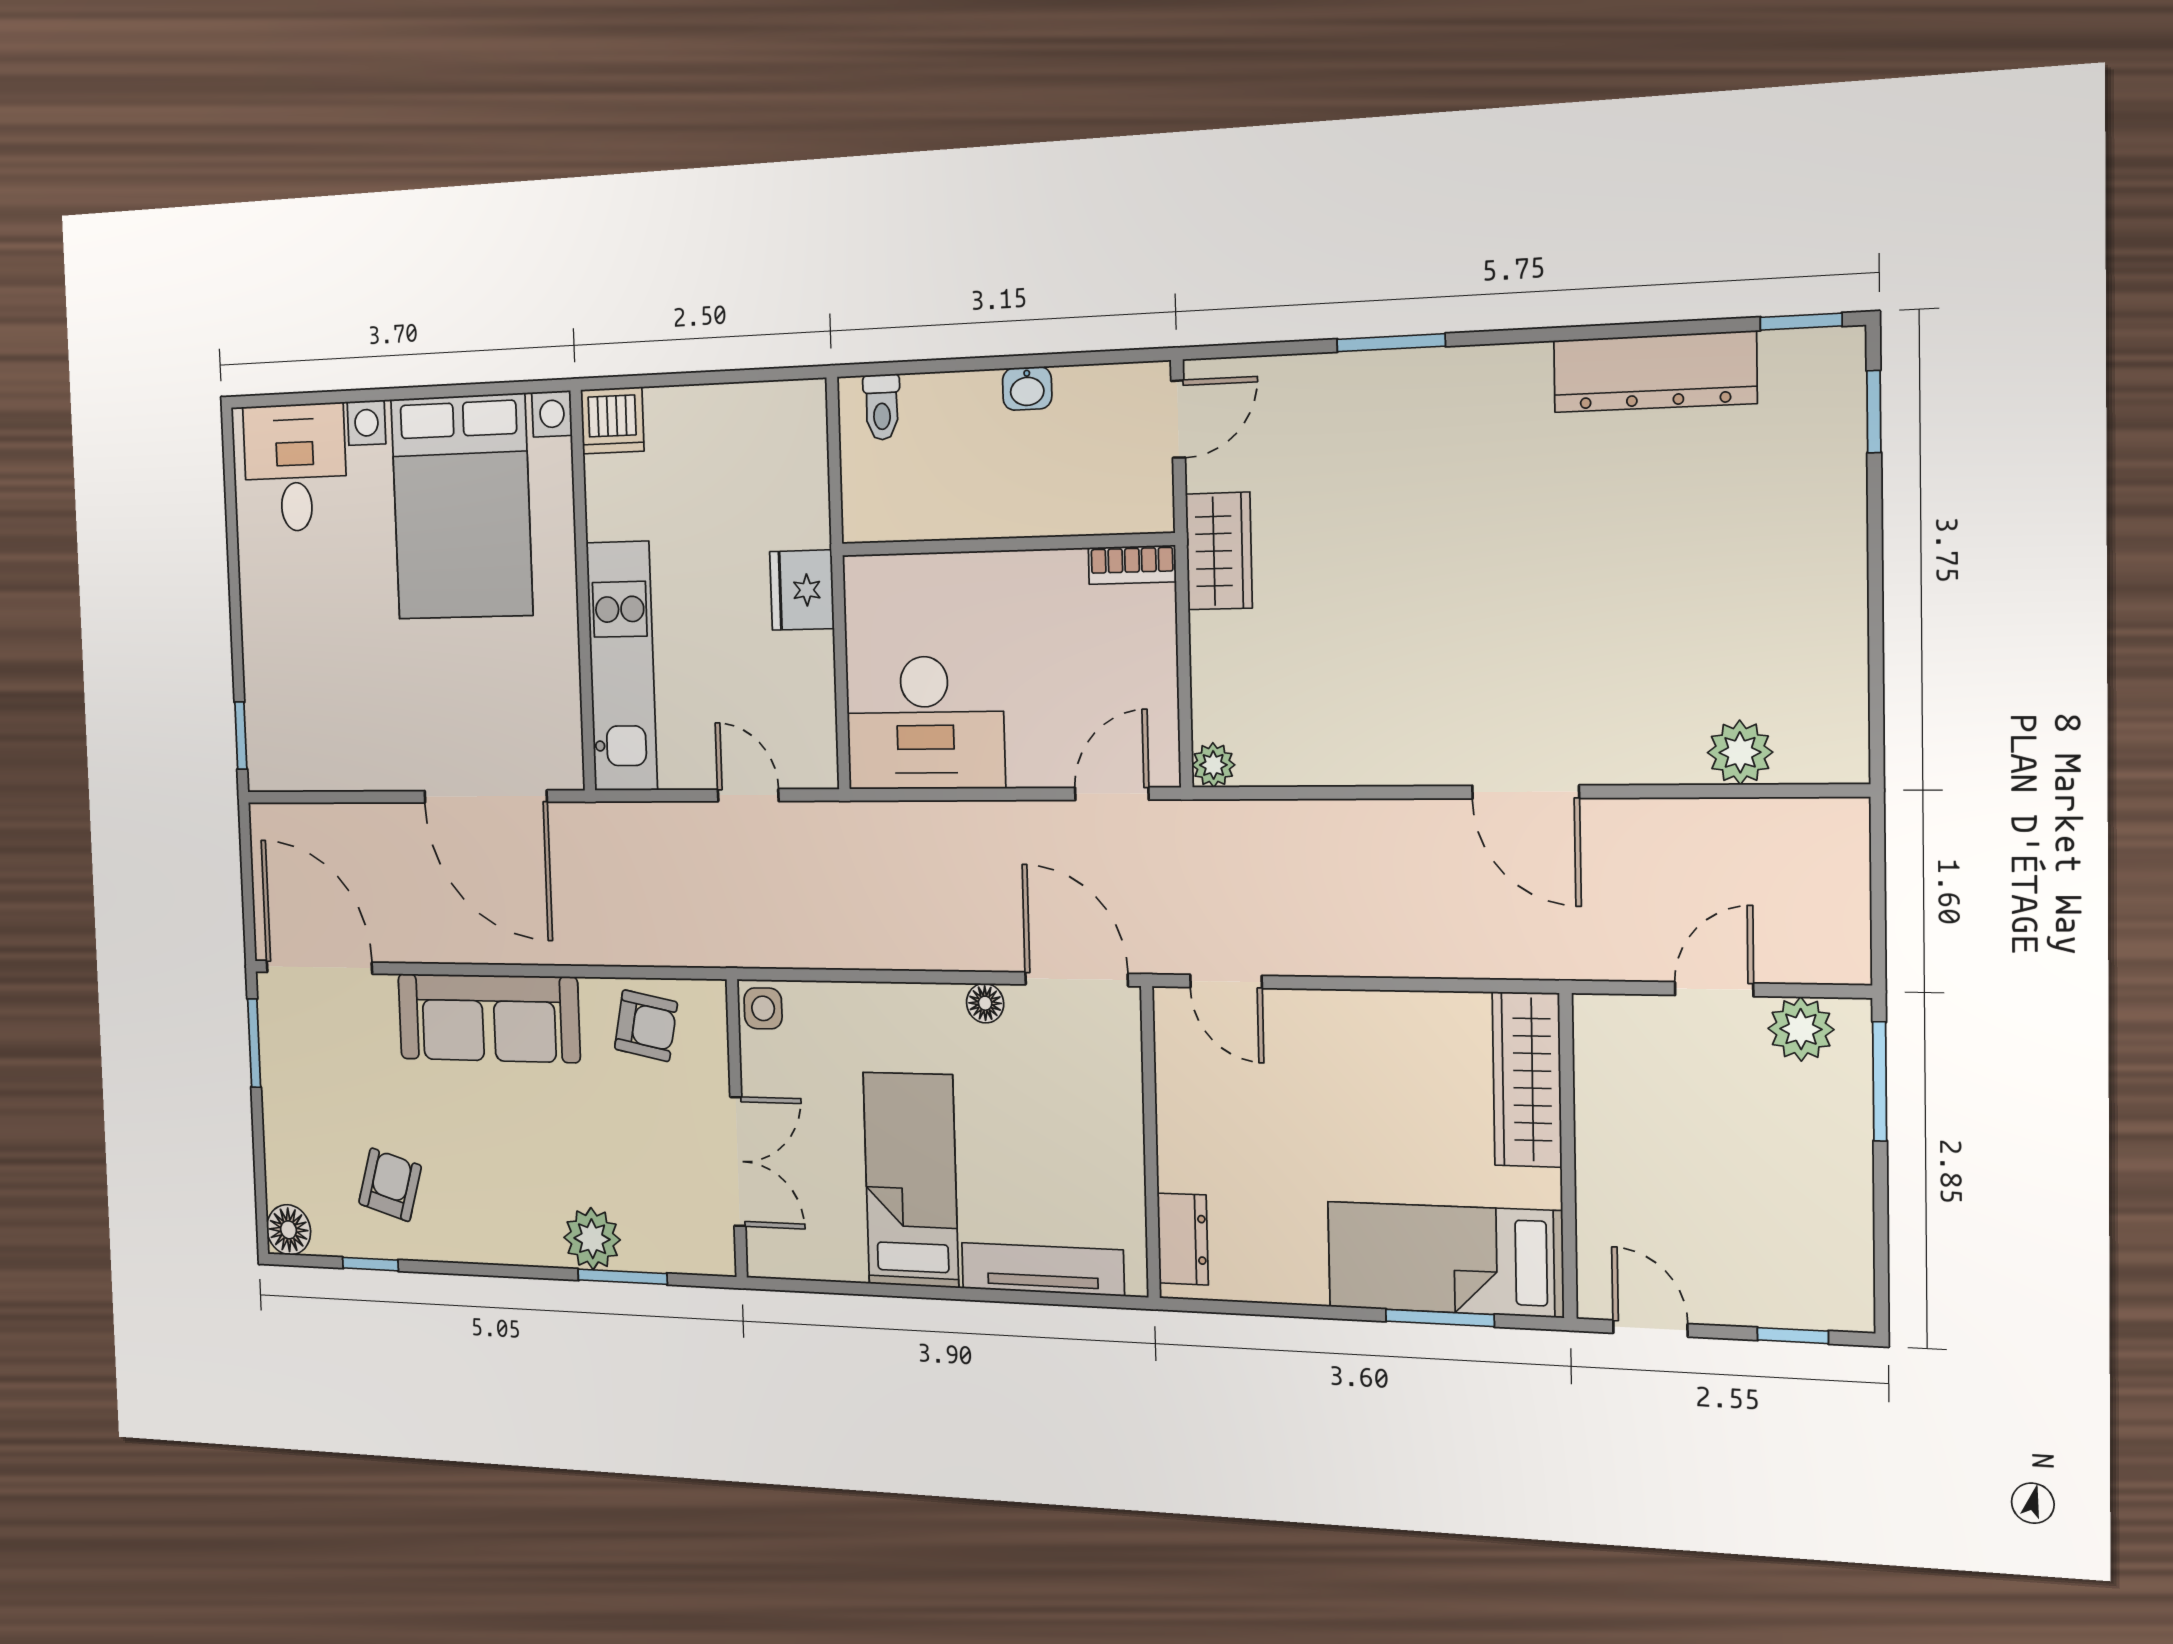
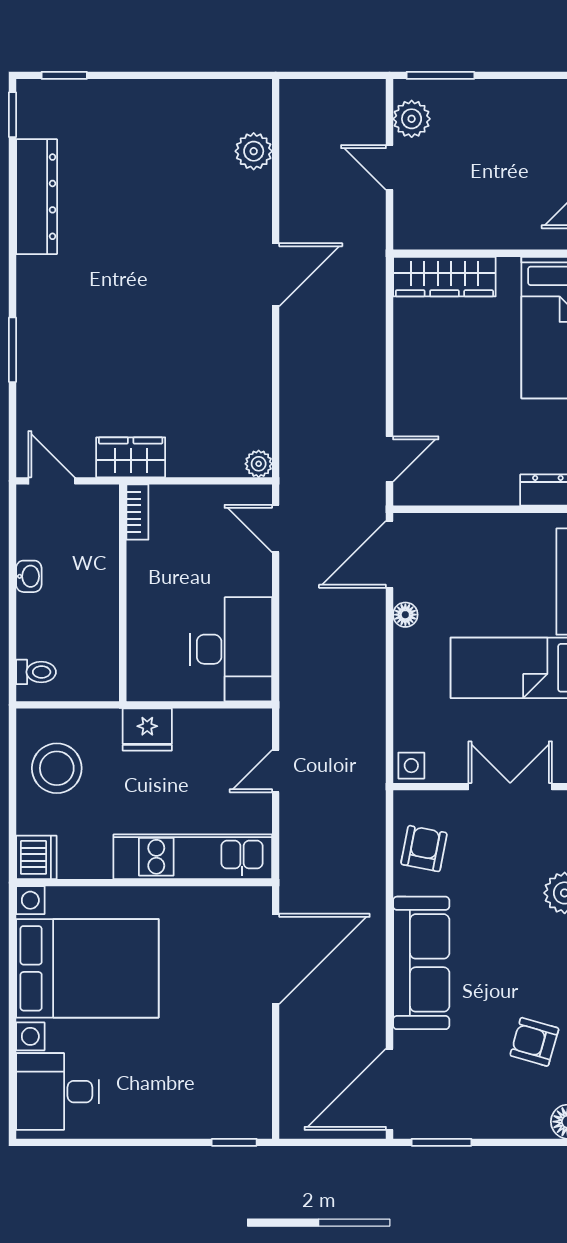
stool: (741, 447) -> (57, 768), added

